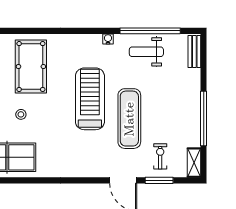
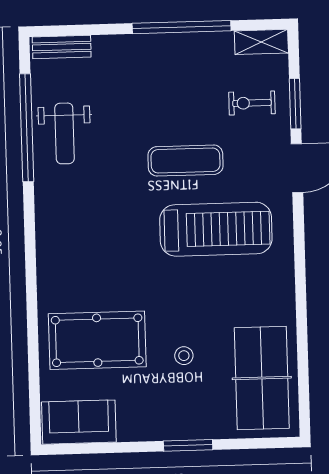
water cooler: (108, 39) -> (43, 203), removed
treadmill: (90, 99) -> (216, 229), moved, turned 180
exercise mat: (129, 119) -> (185, 161), width x0.73, depth x0.69

